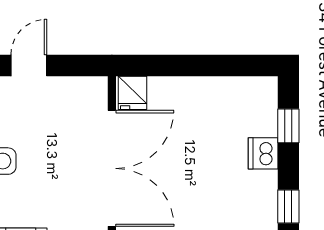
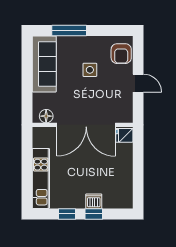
window: (288, 126) -> (94, 214), moved

